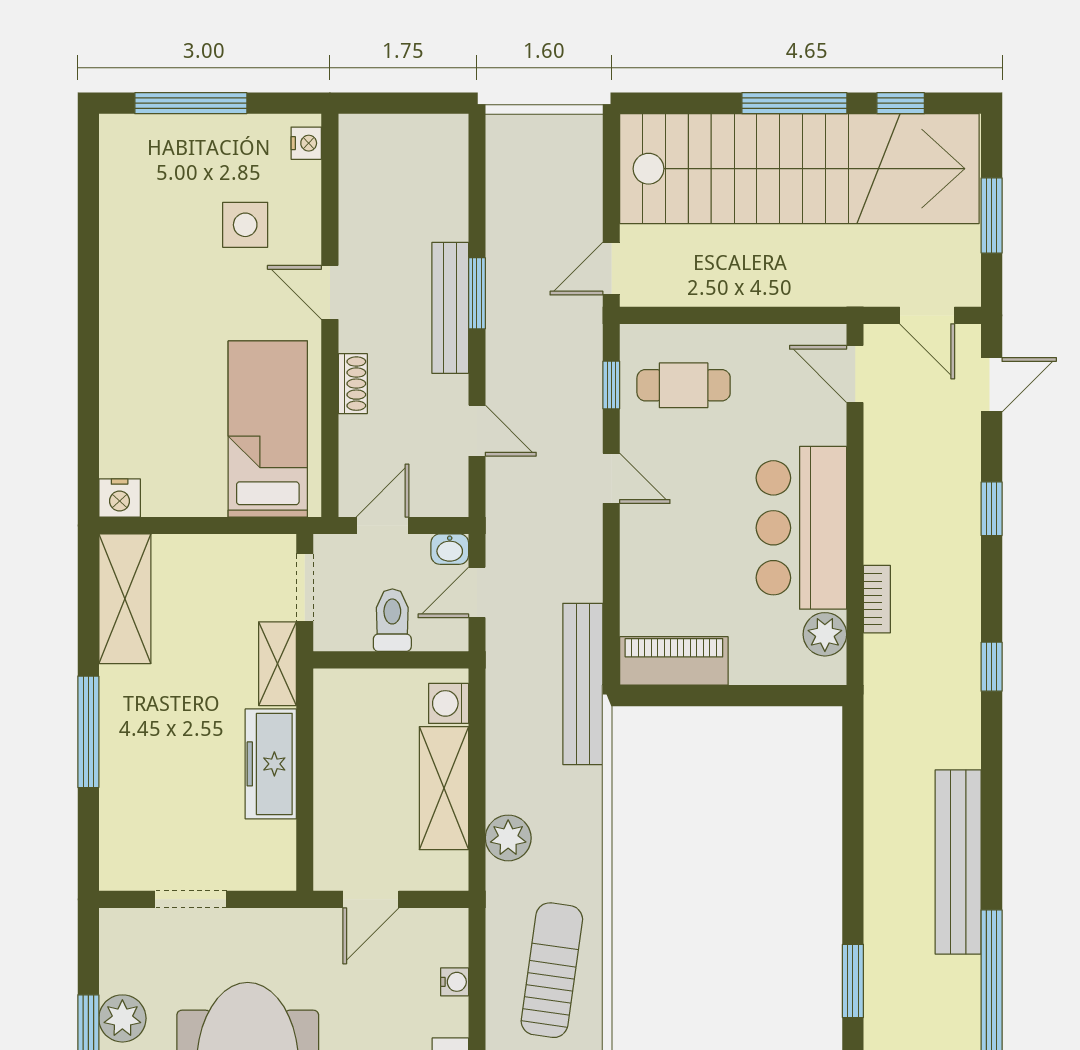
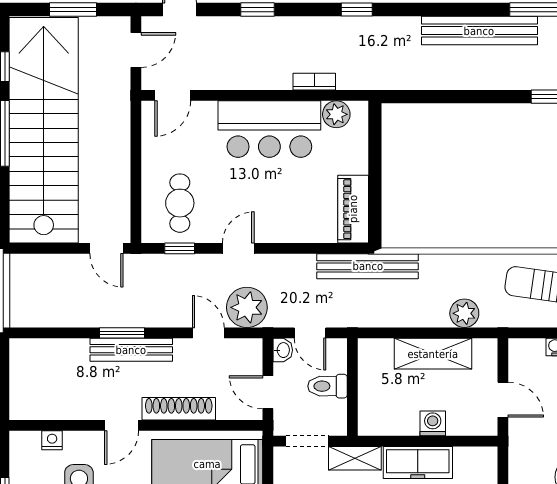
nightstand: (306, 143) -> (52, 440), moved
shoe rack: (353, 384) -> (179, 409), width x1.94, depth x1.24
door: (477, 431) -> (208, 333), hinge flipped
plant: (518, 492) -> (247, 307), added
washing machine: (449, 703) -> (433, 423), moved, turned 180

